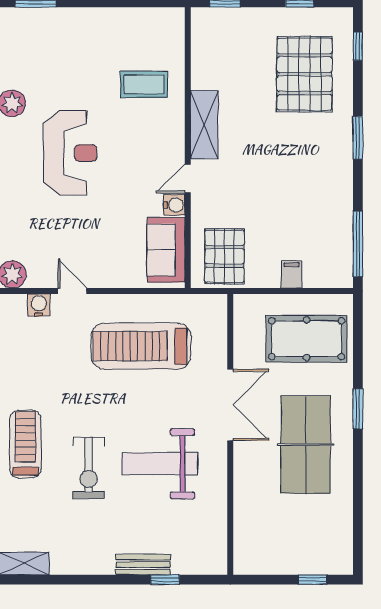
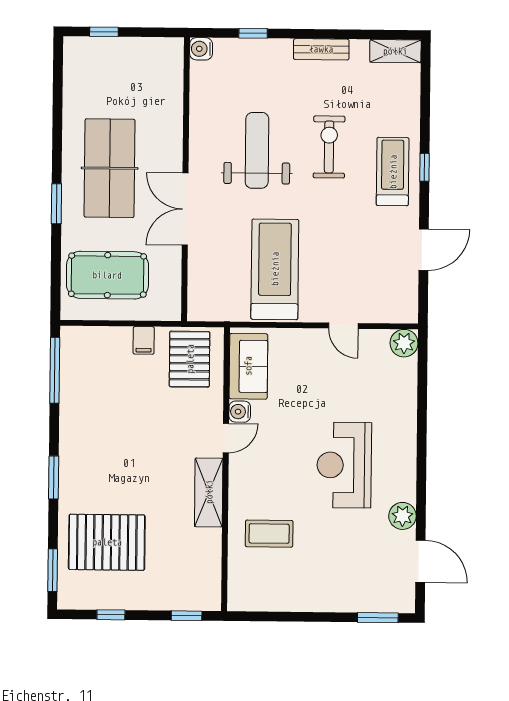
window: (358, 46) -> (53, 570), width x1.50
pallet: (305, 74) -> (107, 542), turned 90
filing cabinet: (291, 274) -> (144, 340), moved
water cooler: (39, 305) -> (201, 49), moved, turned 90
treadmill: (141, 346) -> (275, 269), turned -90
treadmill: (25, 444) -> (393, 172), turned 180
weight bench: (160, 464) -> (257, 150), turned -90
bench: (143, 564) -> (321, 49), moved

